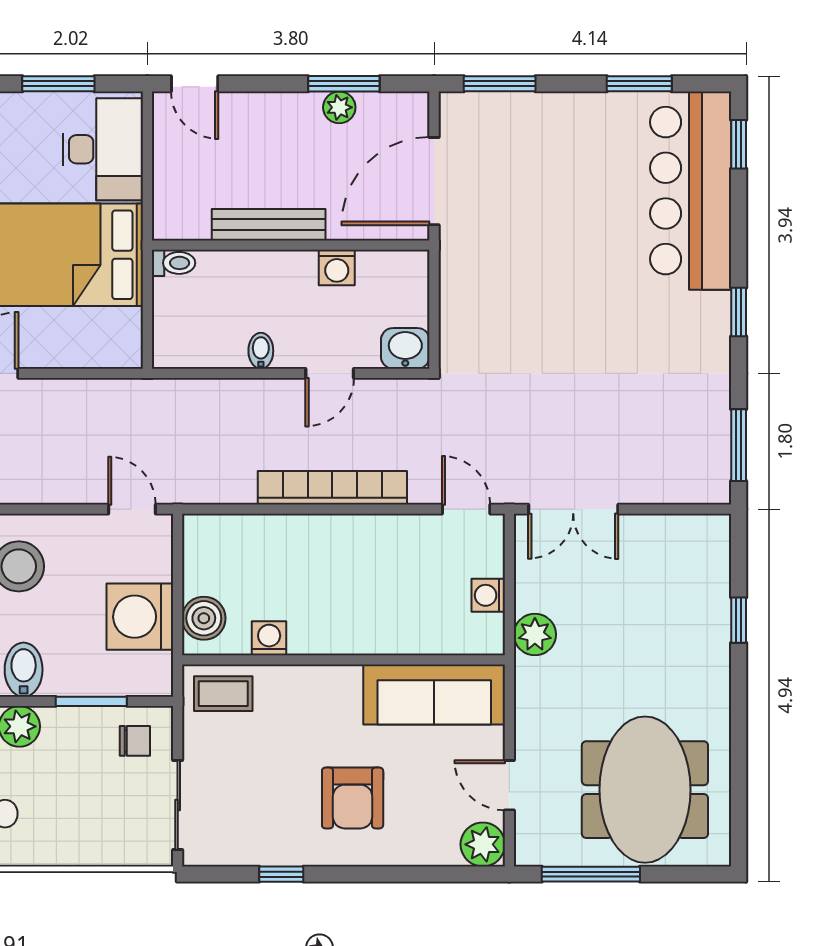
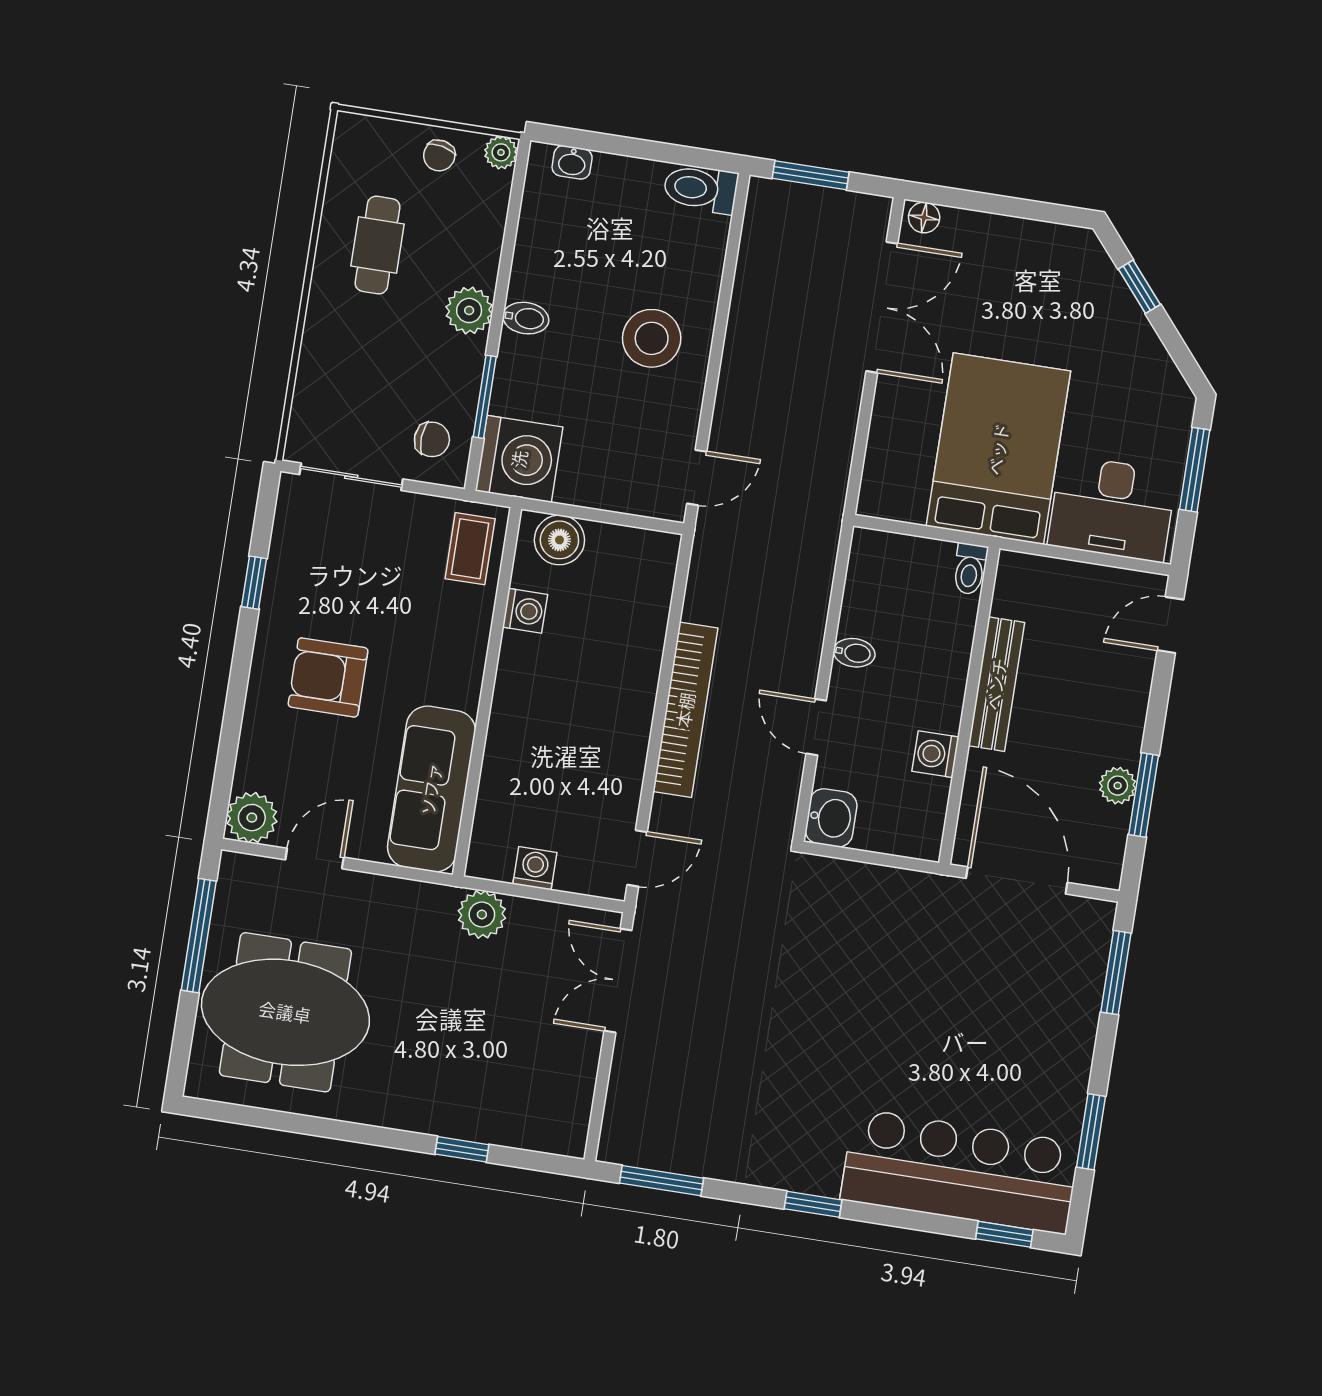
washing machine: (140, 617) -> (519, 459), moved, turned 90
bidet: (24, 670) -> (526, 318), width x0.72, depth x0.74
chair: (135, 741) -> (432, 439), turned -87

